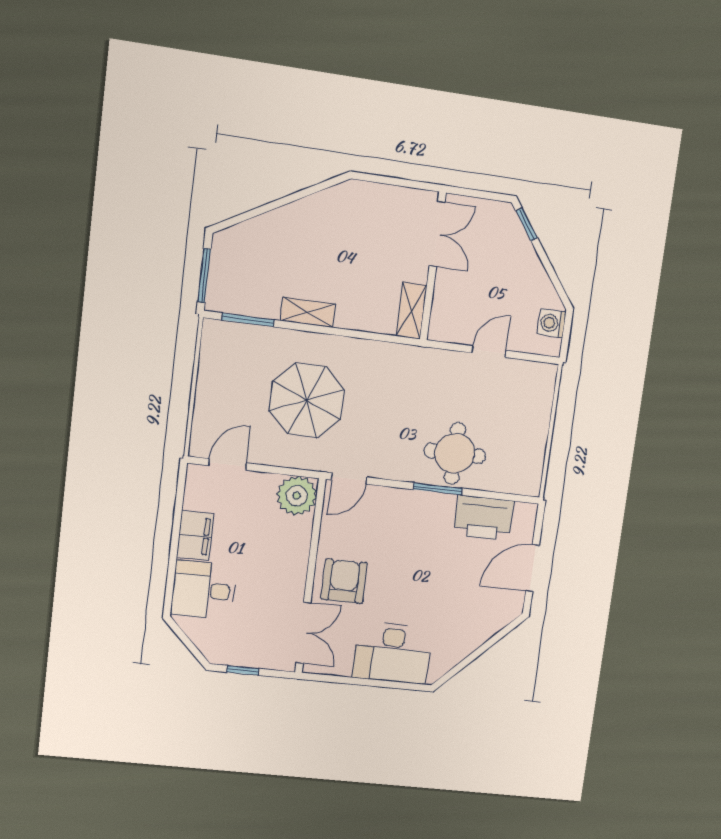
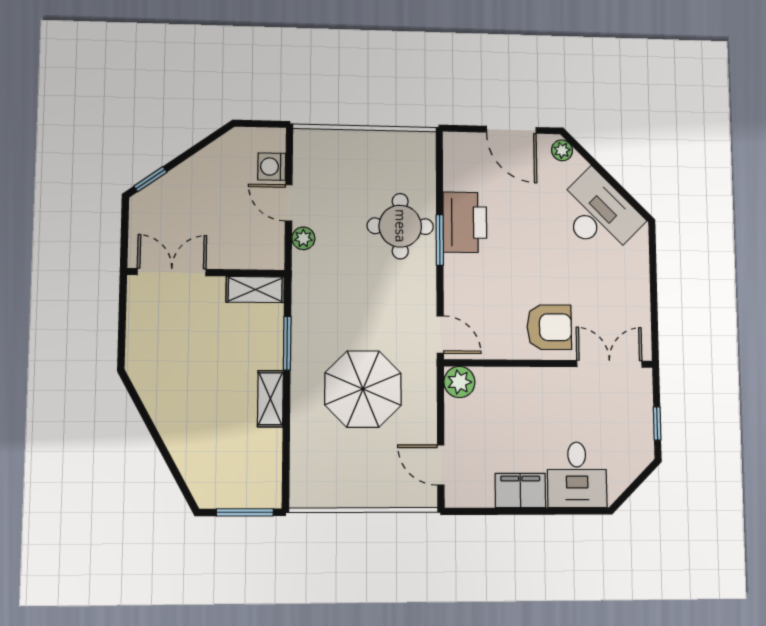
window: (248, 320) -> (287, 343), moved
washing machine: (552, 323) -> (272, 167), moved, turned 90
plant: (454, 361) -> (303, 238), added
plant: (297, 496) -> (459, 382), width x0.73, depth x0.73
printer: (484, 518) -> (465, 222), moved
armchair: (344, 581) -> (549, 327), turned 180
plant: (508, 613) -> (562, 150), added
desk: (392, 653) -> (598, 214), moved, turned -45

